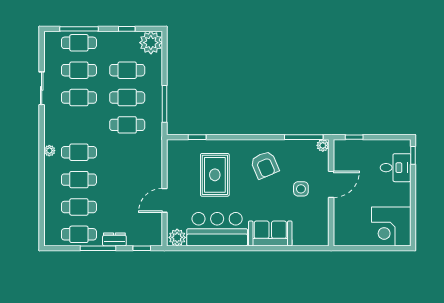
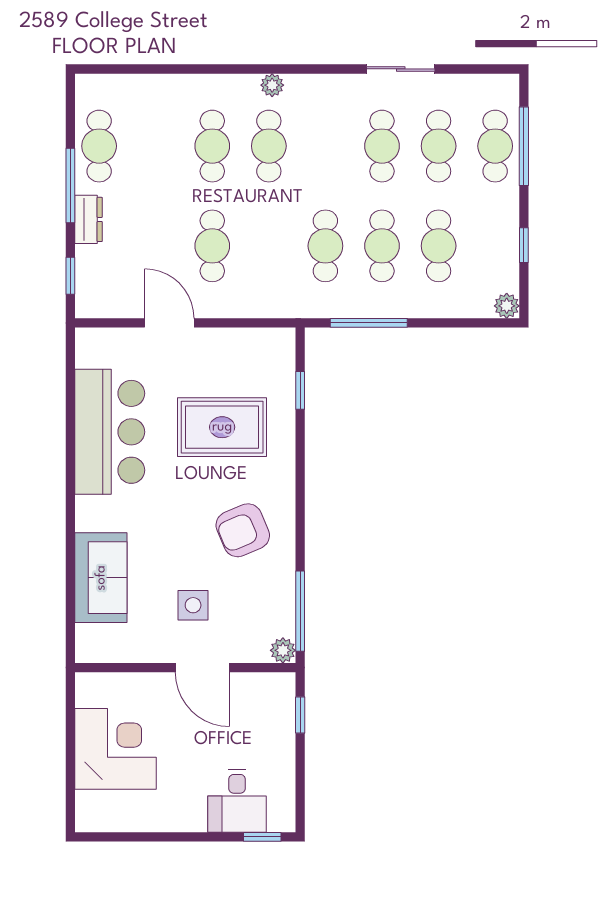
plant: (151, 43) -> (507, 306), width x0.53, depth x0.53
cafe table: (79, 207) -> (212, 246), moved
corner desk: (391, 226) -> (115, 749), moved, turned 90
sofa: (270, 233) -> (101, 578), moved
plant: (177, 237) -> (93, 349), removed

